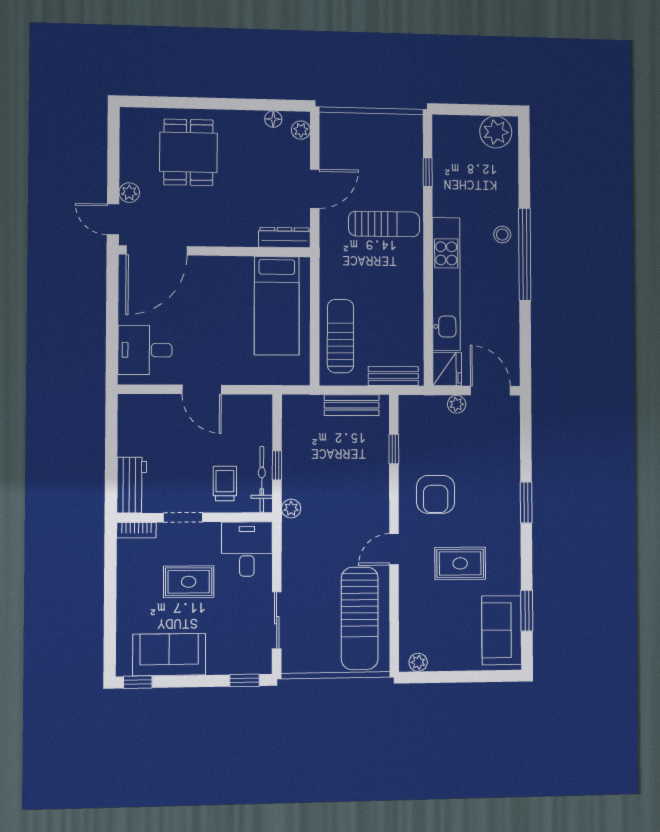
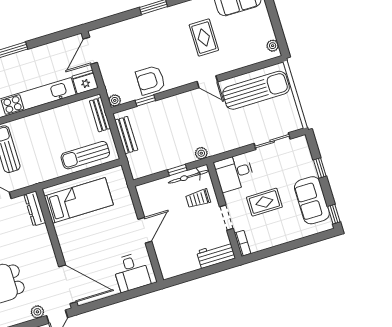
plant: (457, 404) -> (115, 100), moved
armchair: (436, 494) -> (151, 80), moved, turned 180
rug: (189, 582) -> (264, 202), turned 90
window: (245, 680) -> (320, 168), moved

